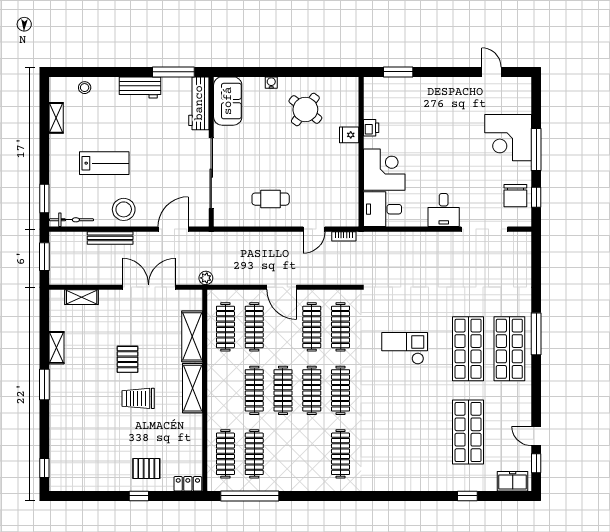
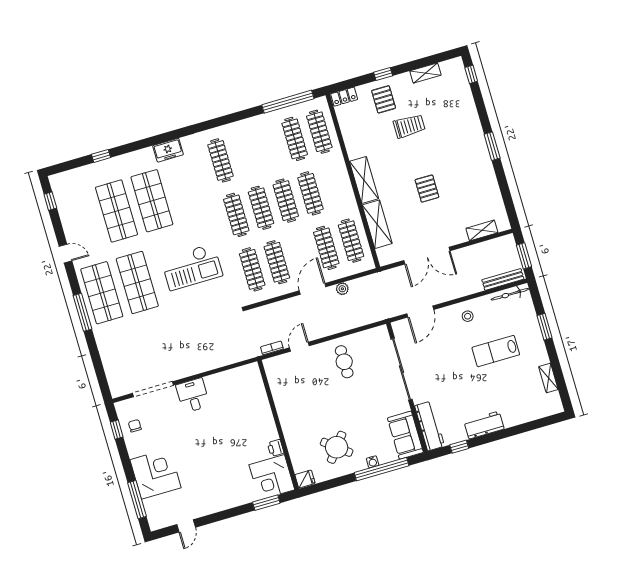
window: (173, 72) -> (459, 447), width x0.46
window: (264, 72) -> (382, 469), added
door: (492, 72) -> (186, 526), hinge flipped
stool: (85, 88) -> (532, 411), removed
fridge: (349, 135) -> (305, 479), moved
window: (536, 149) -> (137, 500), moved
corner desk: (384, 170) -> (272, 477), moved
chair: (515, 196) -> (135, 426), width x0.54, depth x0.54
window: (44, 198) -> (544, 327), moved
cafe table: (271, 199) -> (344, 362), turned 90
stool: (124, 209) -> (468, 316), width x0.53, depth x0.53
desk: (383, 209) -> (245, 381), removed
bench: (110, 238) -> (503, 279), moved
plant: (206, 278) -> (342, 289), moved
door: (282, 287) -> (313, 289), hinge flipped
shelving: (57, 348) -> (425, 73), moved, turned 90
checkout: (405, 348) -> (192, 267), width x1.36, depth x1.21
trolley: (138, 398) -> (409, 126), moved
shop shelf: (427, 432) -> (152, 201), added
door: (536, 436) -> (66, 254), moved
pallet: (146, 469) -> (384, 99), turned 90
freezer: (513, 481) -> (168, 150), moved

